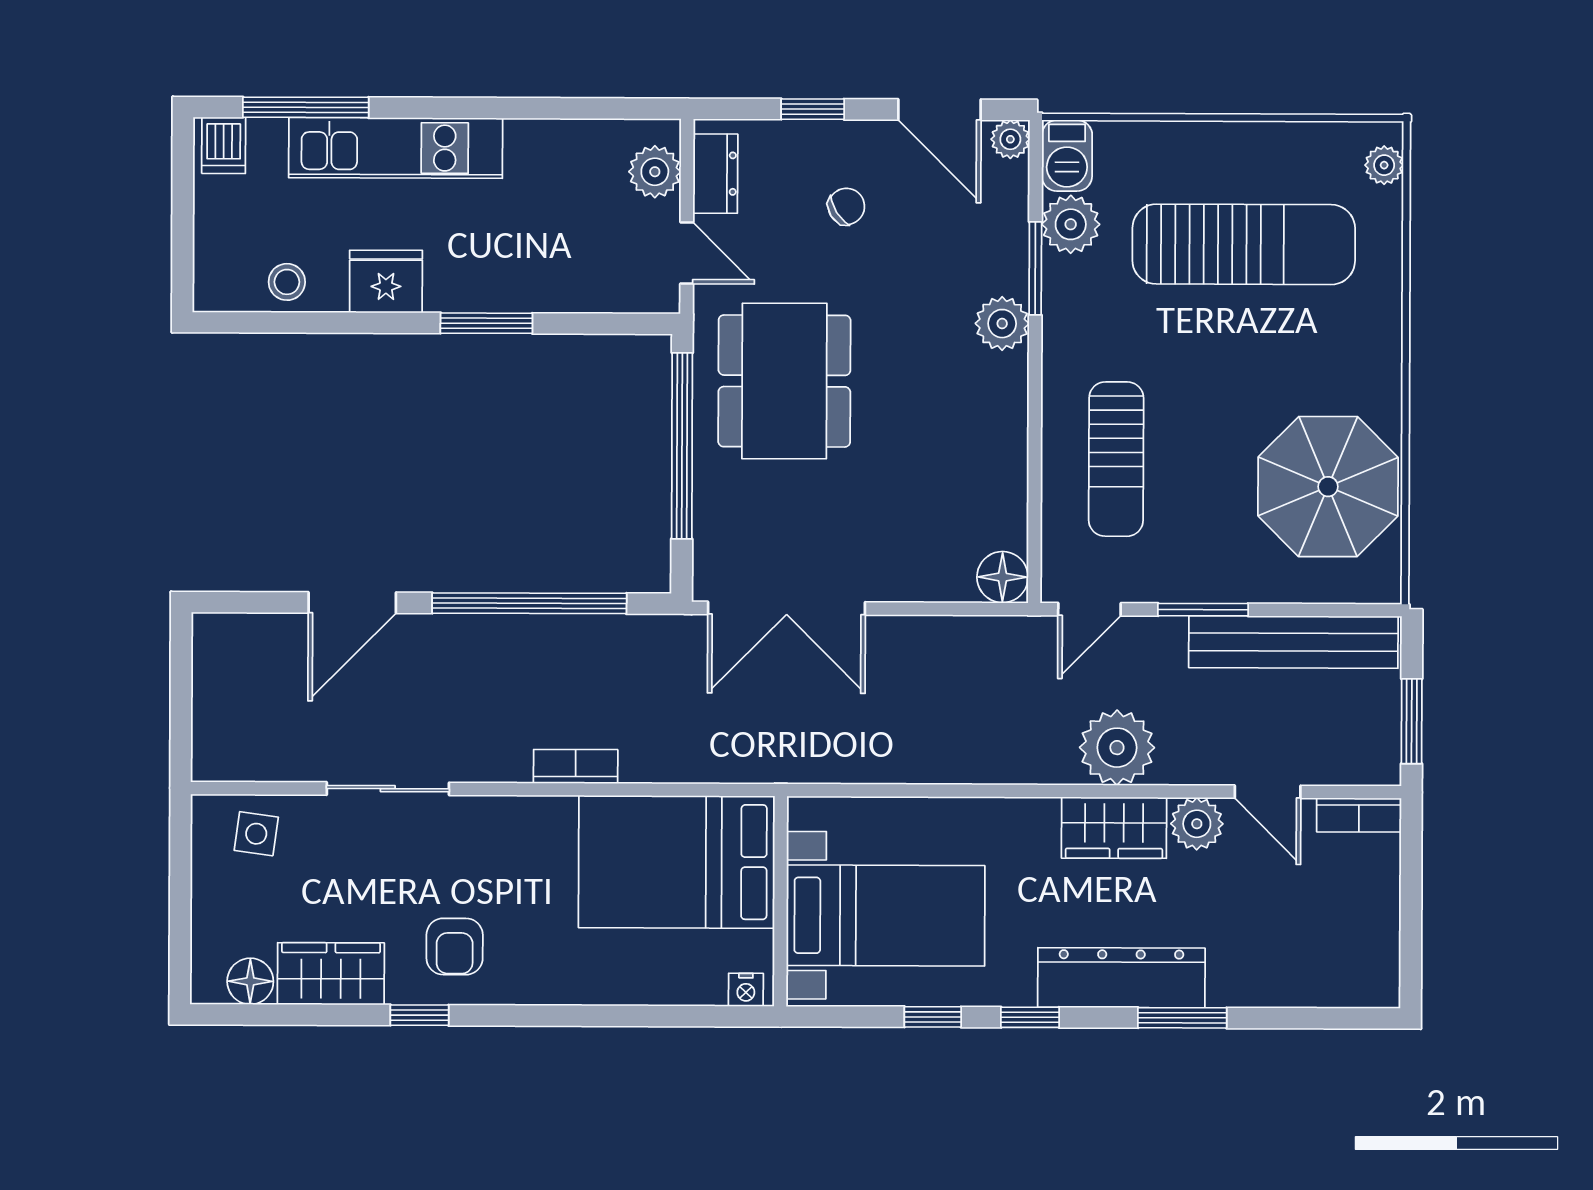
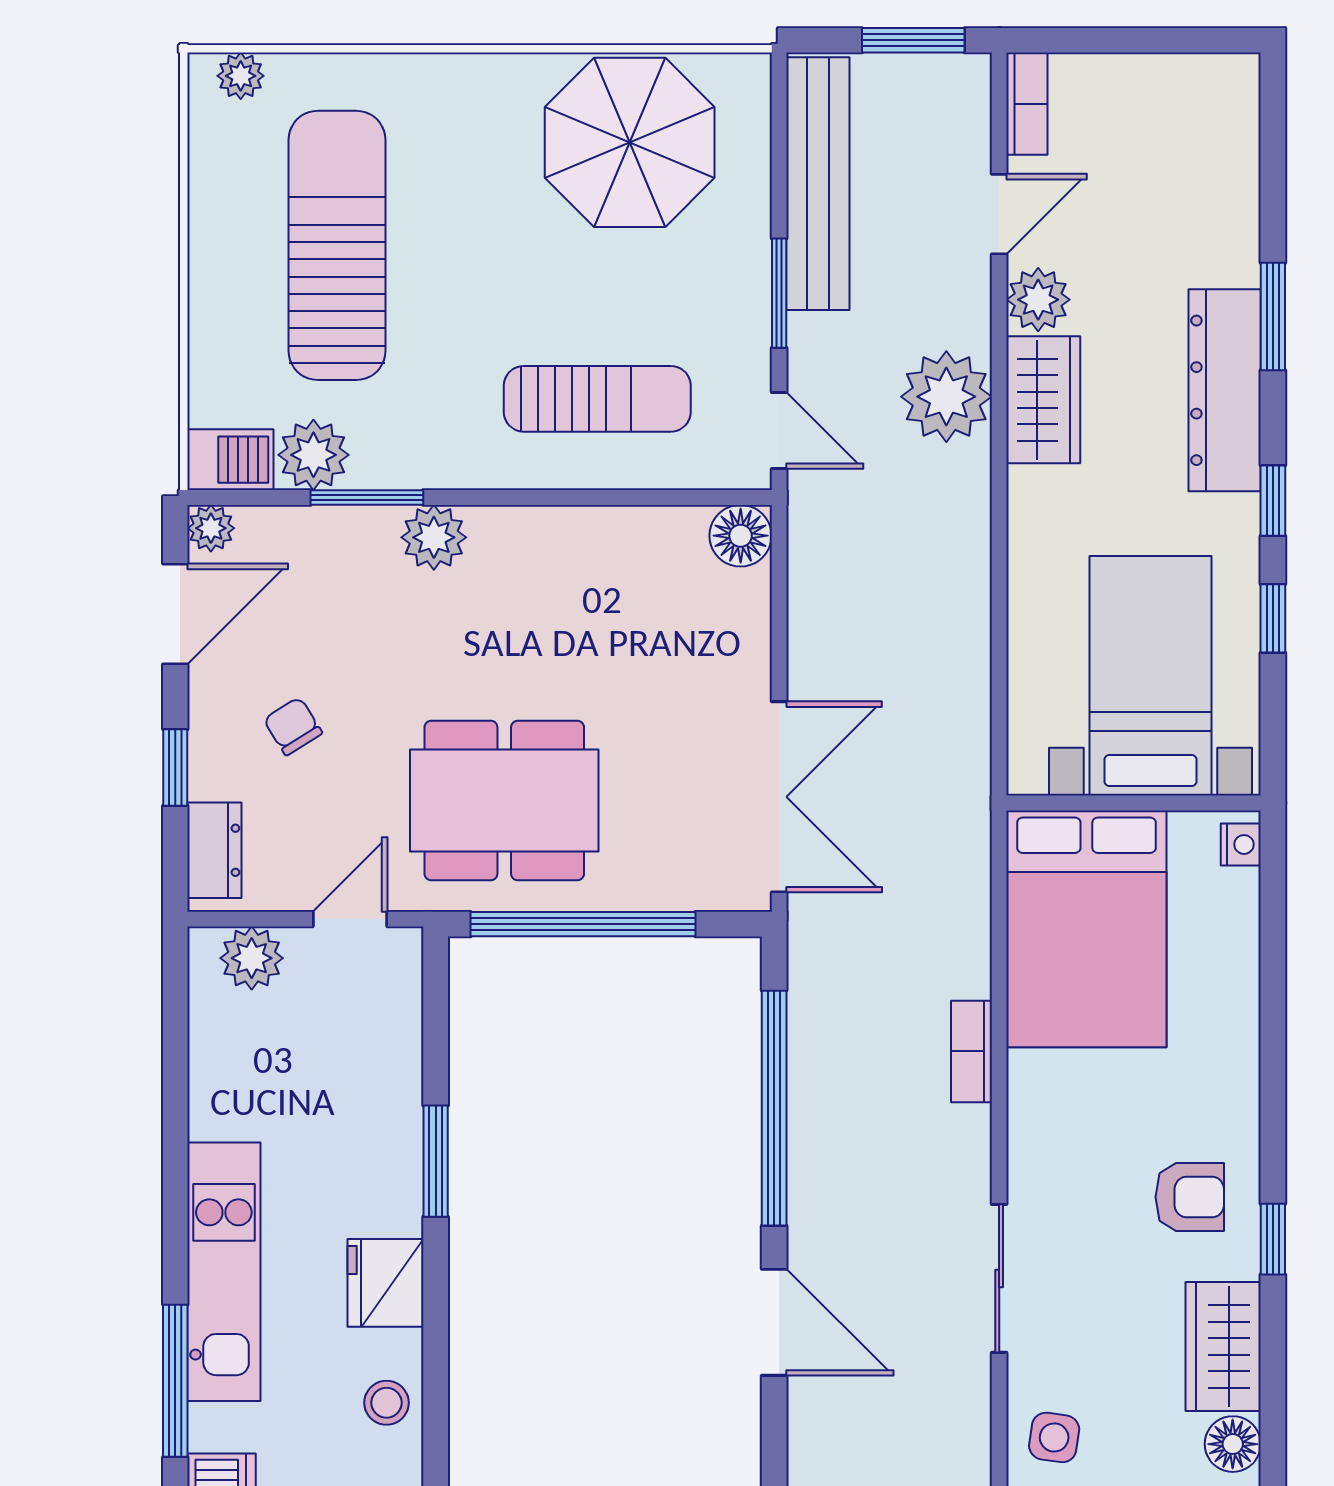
dresser: (715, 174) -> (214, 850), moved, turned 90

